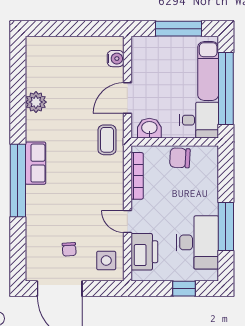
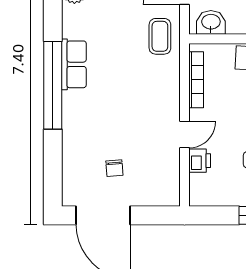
door: (127, 221) -> (185, 135), swing flipped
printer: (144, 252) -> (200, 161), width x0.53, depth x0.68
side table: (106, 260) -> (159, 181), removed

